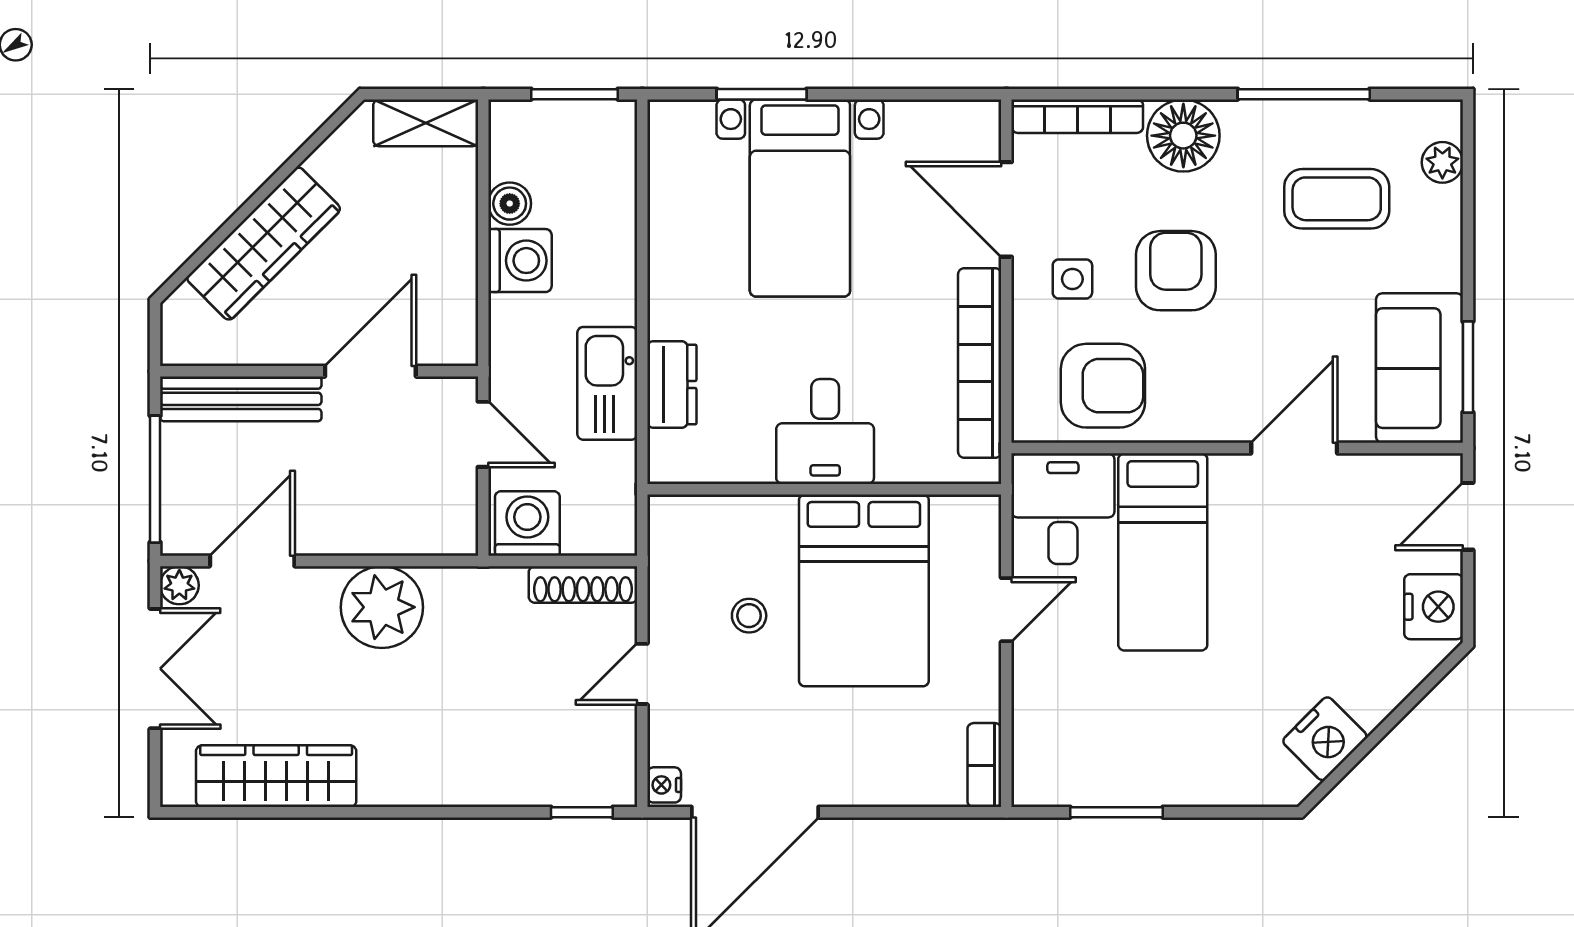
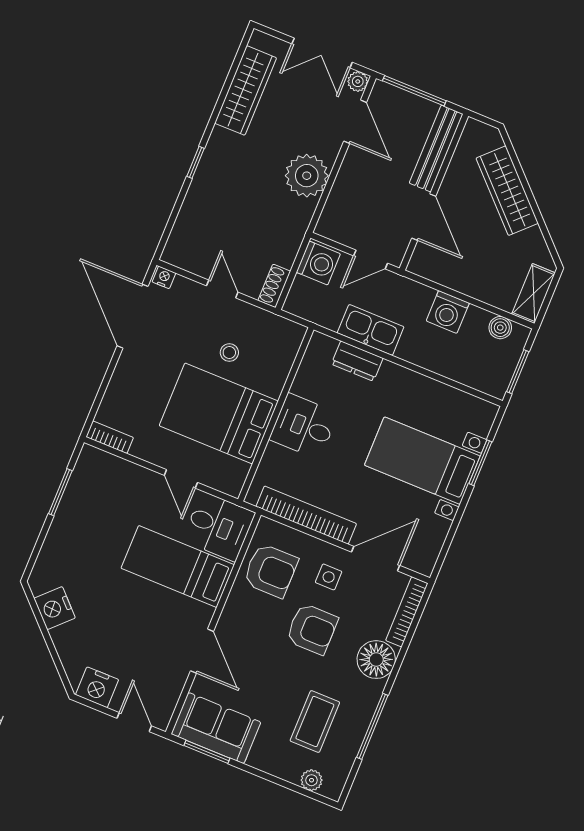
boiler: (510, 204) -> (500, 328), moved
armchair: (1103, 386) -> (271, 571), turned -90
shoe rack: (583, 584) -> (274, 286), width x0.70
window: (582, 812) -> (196, 162), moved

